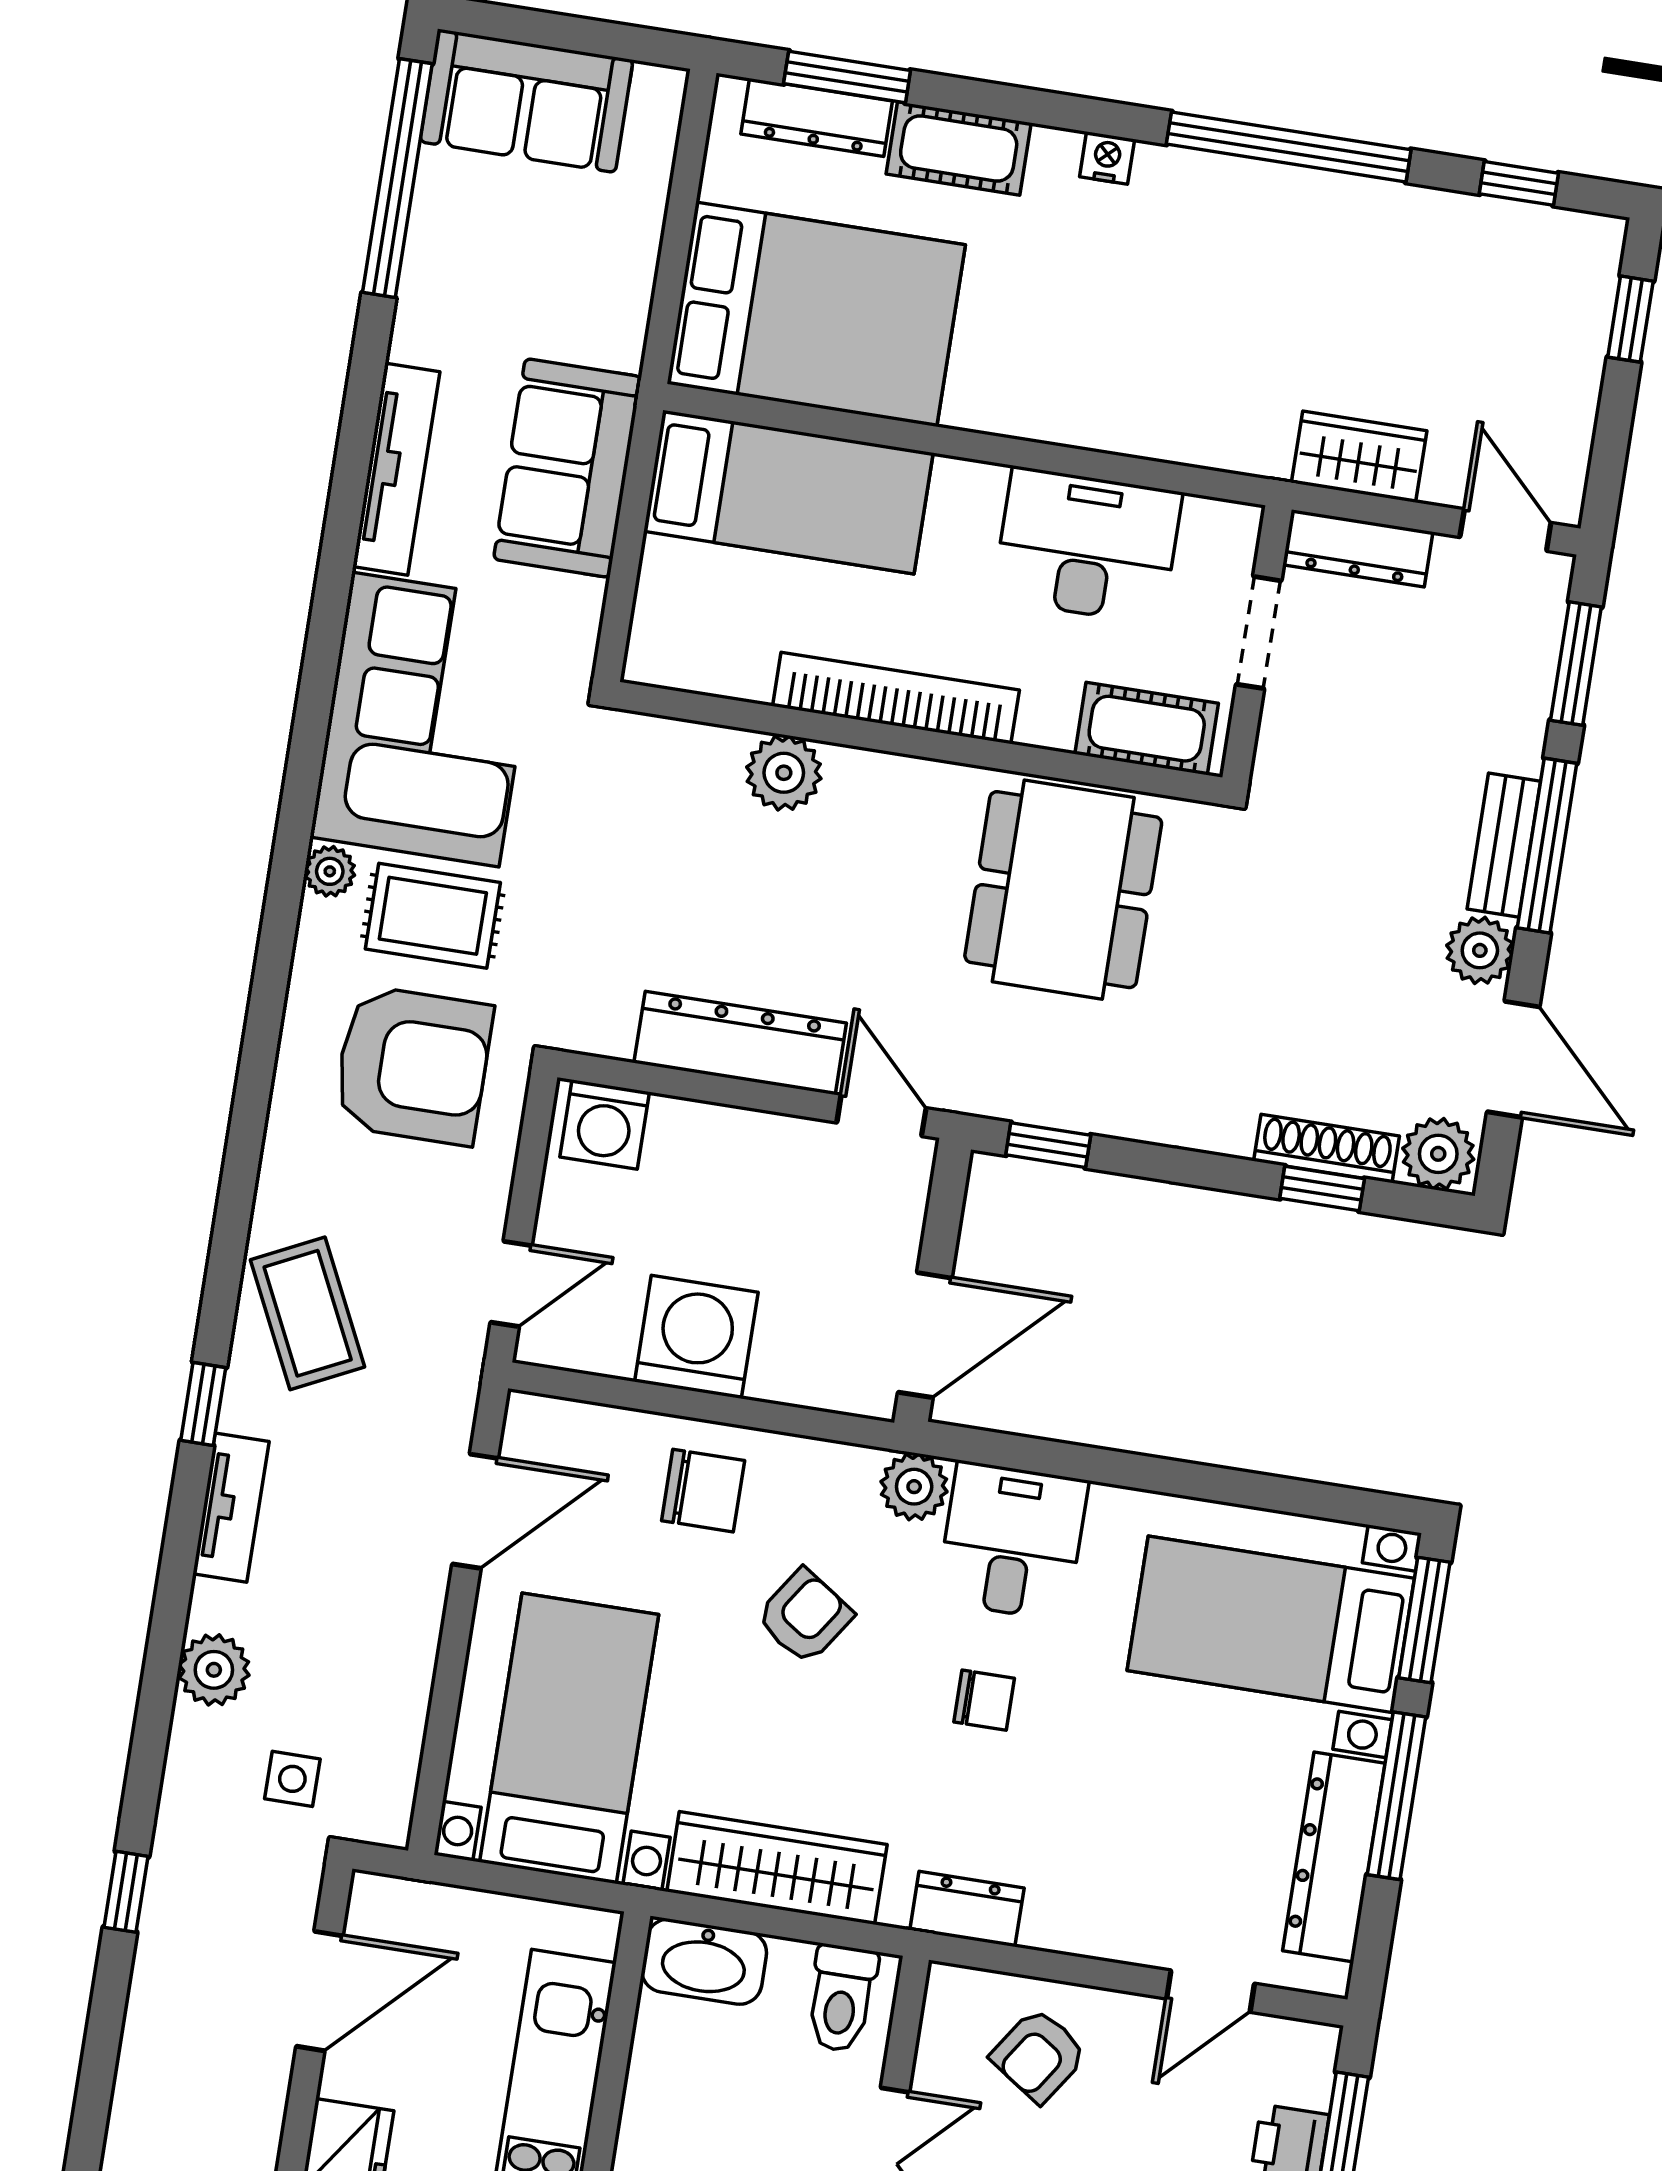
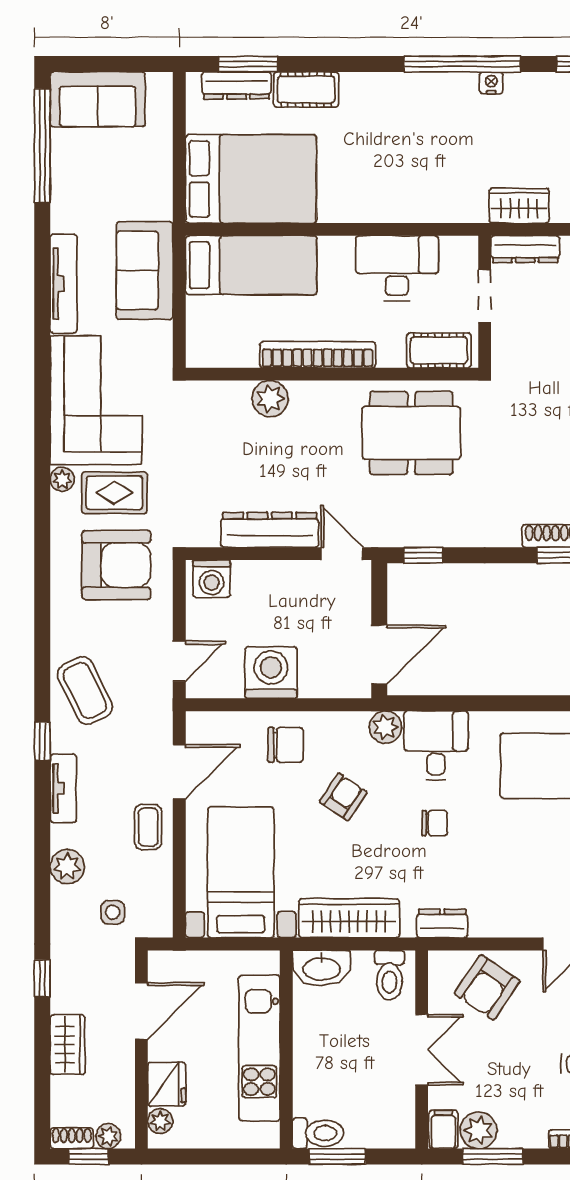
nightstand: (1107, 158) -> (491, 83), moved
dining table: (1063, 890) -> (411, 433), turned 90
coffee table: (393, 1615) -> (148, 827), added
wardrobe: (156, 2036) -> (68, 1045), added
armchair: (1039, 2055) -> (487, 987), width x1.38, depth x1.38

